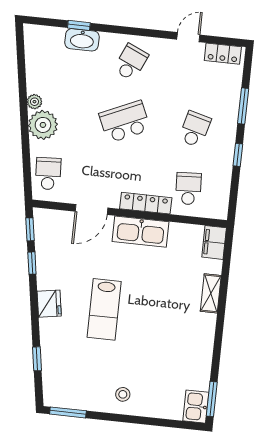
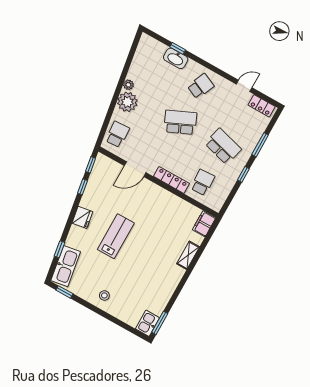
school desk: (195, 129) -> (223, 146), width x1.85
kitchen sink: (141, 232) -> (66, 266), moved, turned -99
lab bench: (104, 309) -> (116, 236), turned 180
window: (68, 412) -> (64, 292), width x0.67

